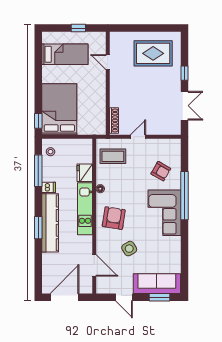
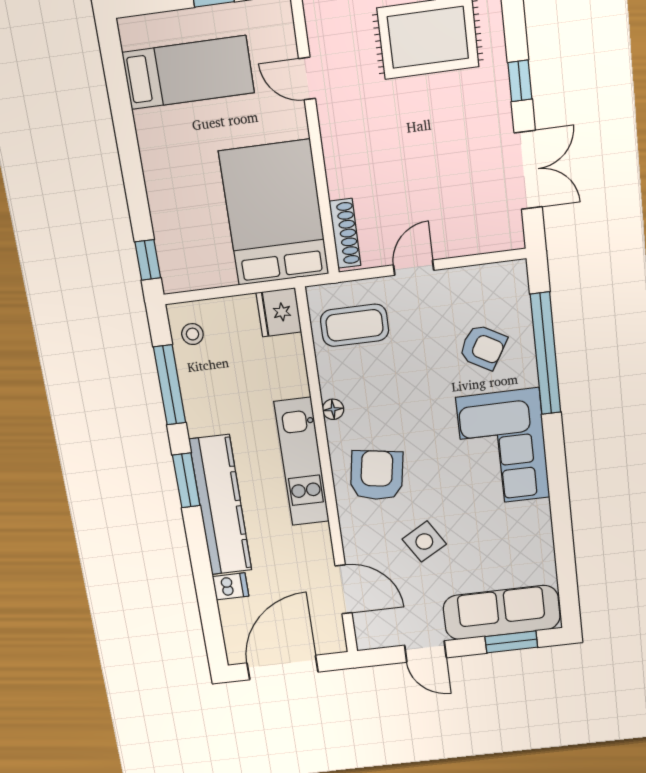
bed: (59, 109) -> (274, 213), moved
fridge: (85, 173) -> (279, 312), moved
dishwasher: (49, 187) -> (231, 586), moved
window: (185, 196) -> (546, 354), moved
window: (38, 228) -> (186, 480), moved

